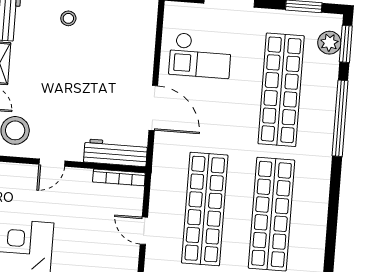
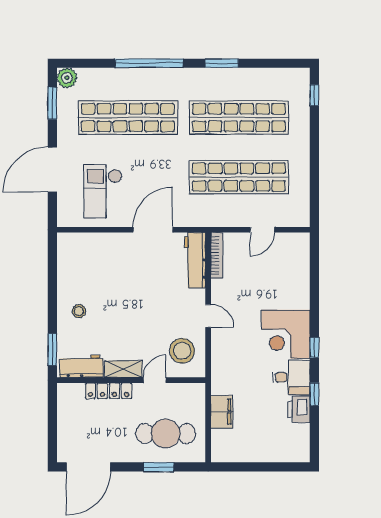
plant: (329, 43) -> (67, 78), moved
window: (346, 44) -> (222, 63), moved
checkout: (200, 55) -> (103, 192), turned 180

